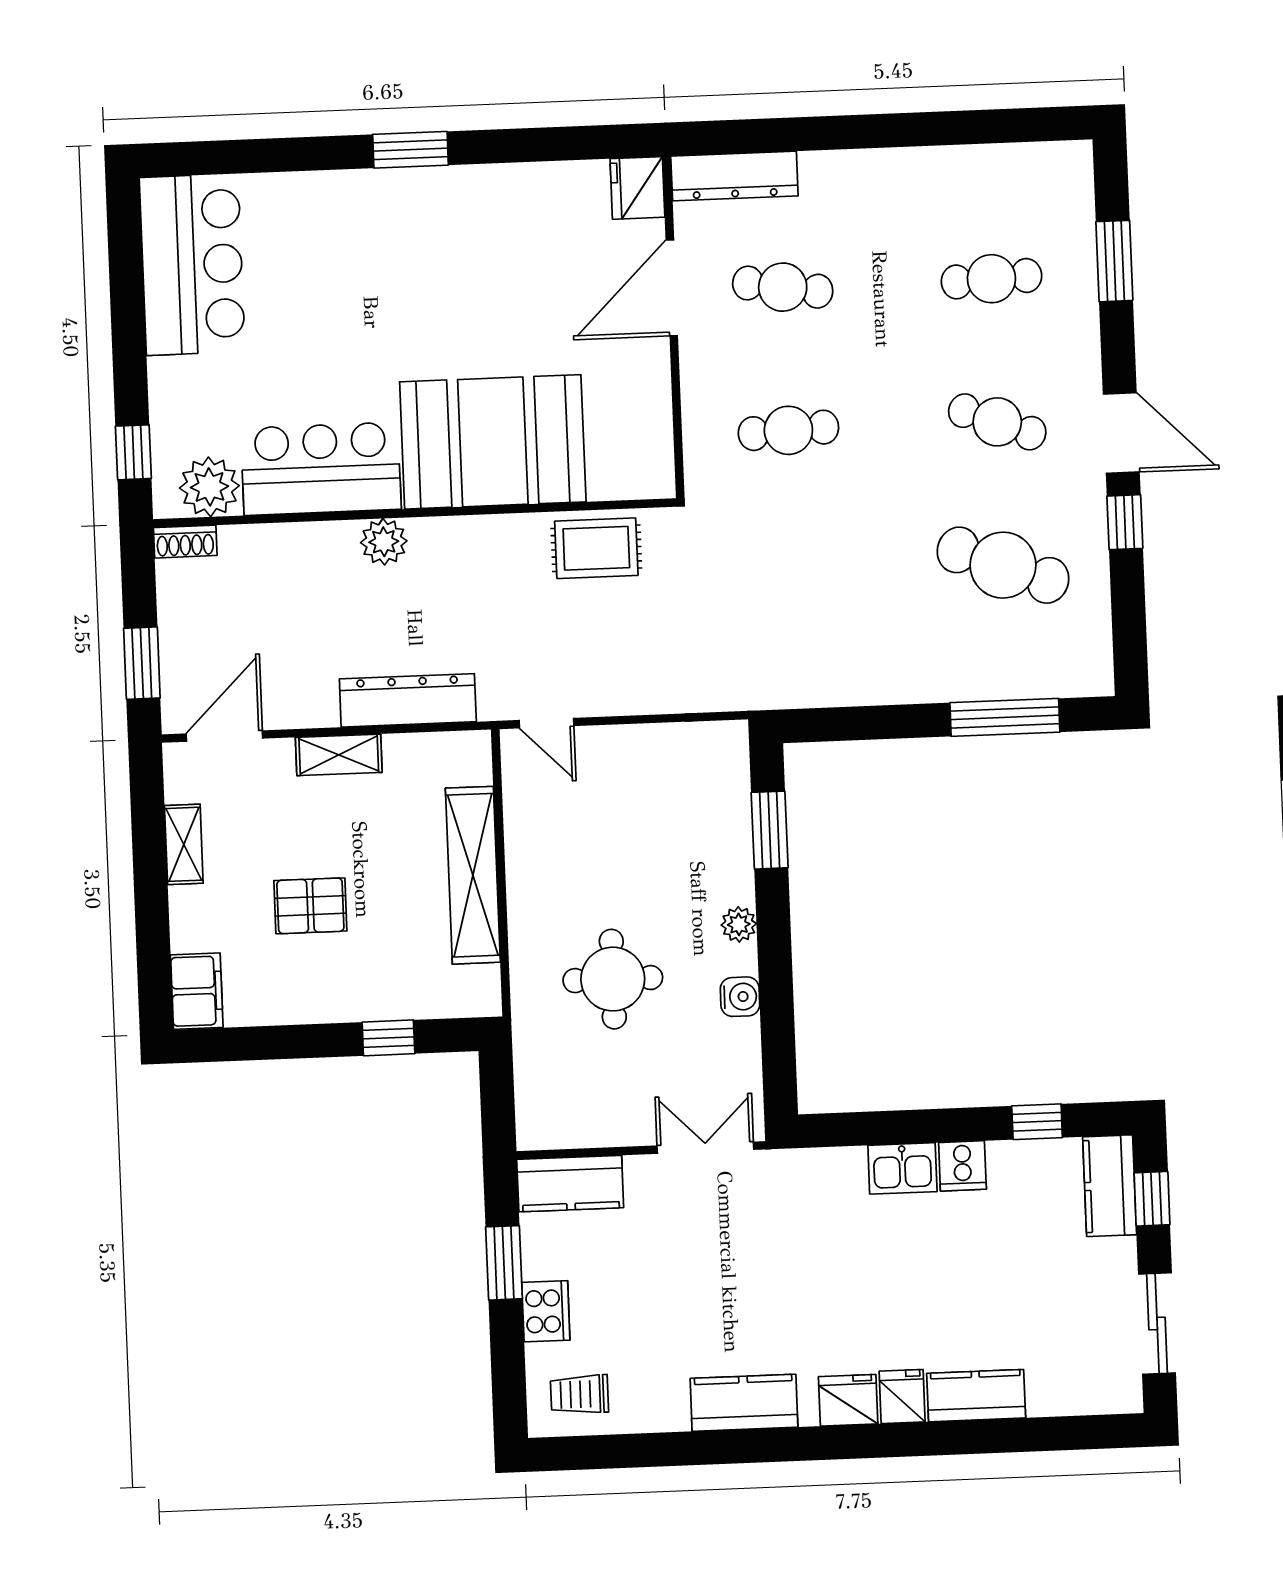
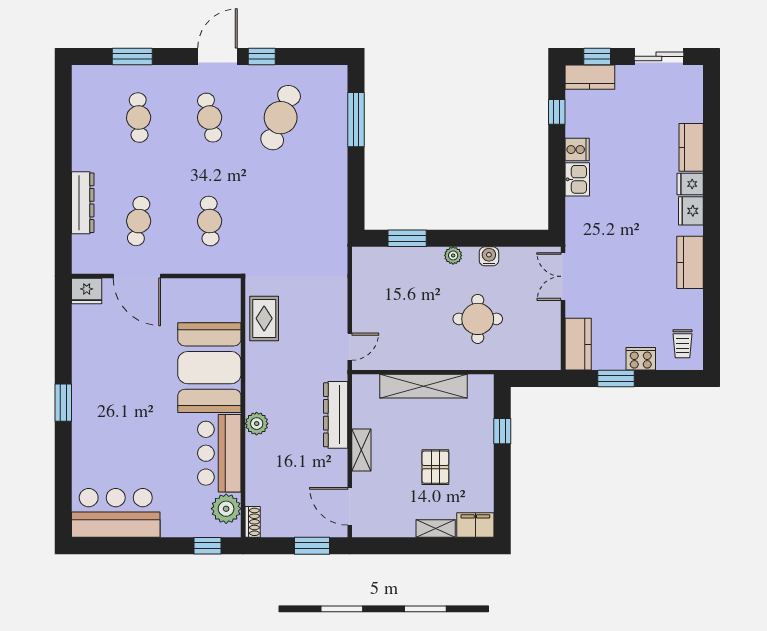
dresser: (734, 176) -> (83, 203), moved
cafe table: (997, 422) -> (210, 118), turned -33
shelving: (184, 844) -> (436, 529), moved

